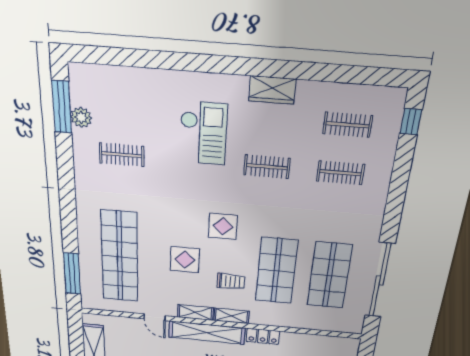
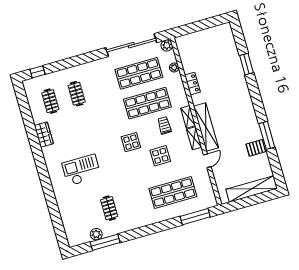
wardrobe: (272, 90) -> (44, 135), moved
window: (62, 107) -> (105, 242), moved
clothes rail: (267, 167) -> (87, 132), removed
shop shelf: (120, 257) -> (173, 192), width x0.71
plant: (315, 324) -> (174, 67), added
plant: (354, 326) -> (167, 45), added
locker: (263, 336) -> (192, 84), moved

